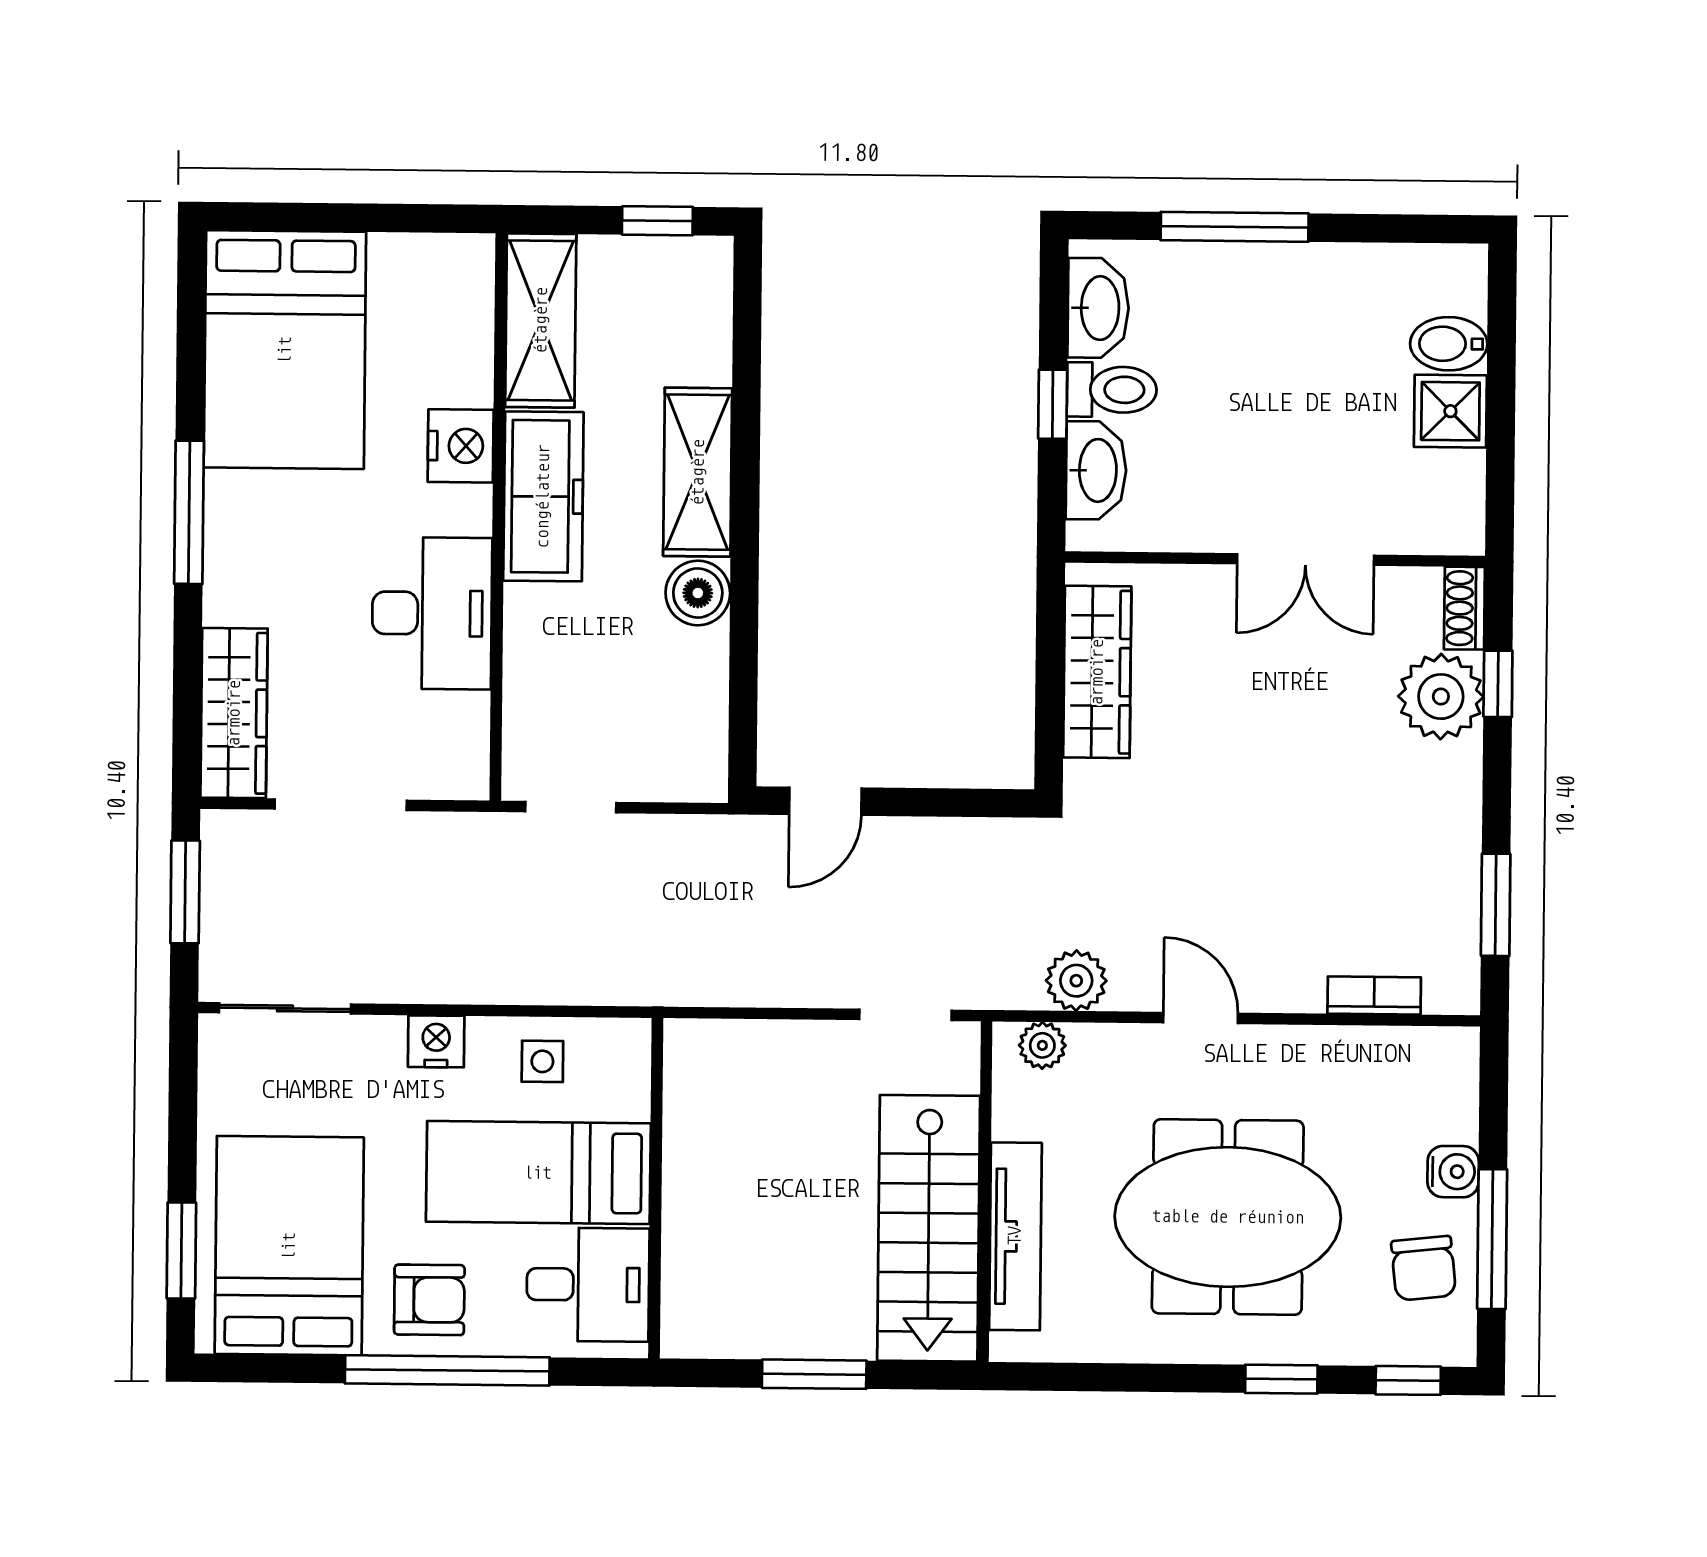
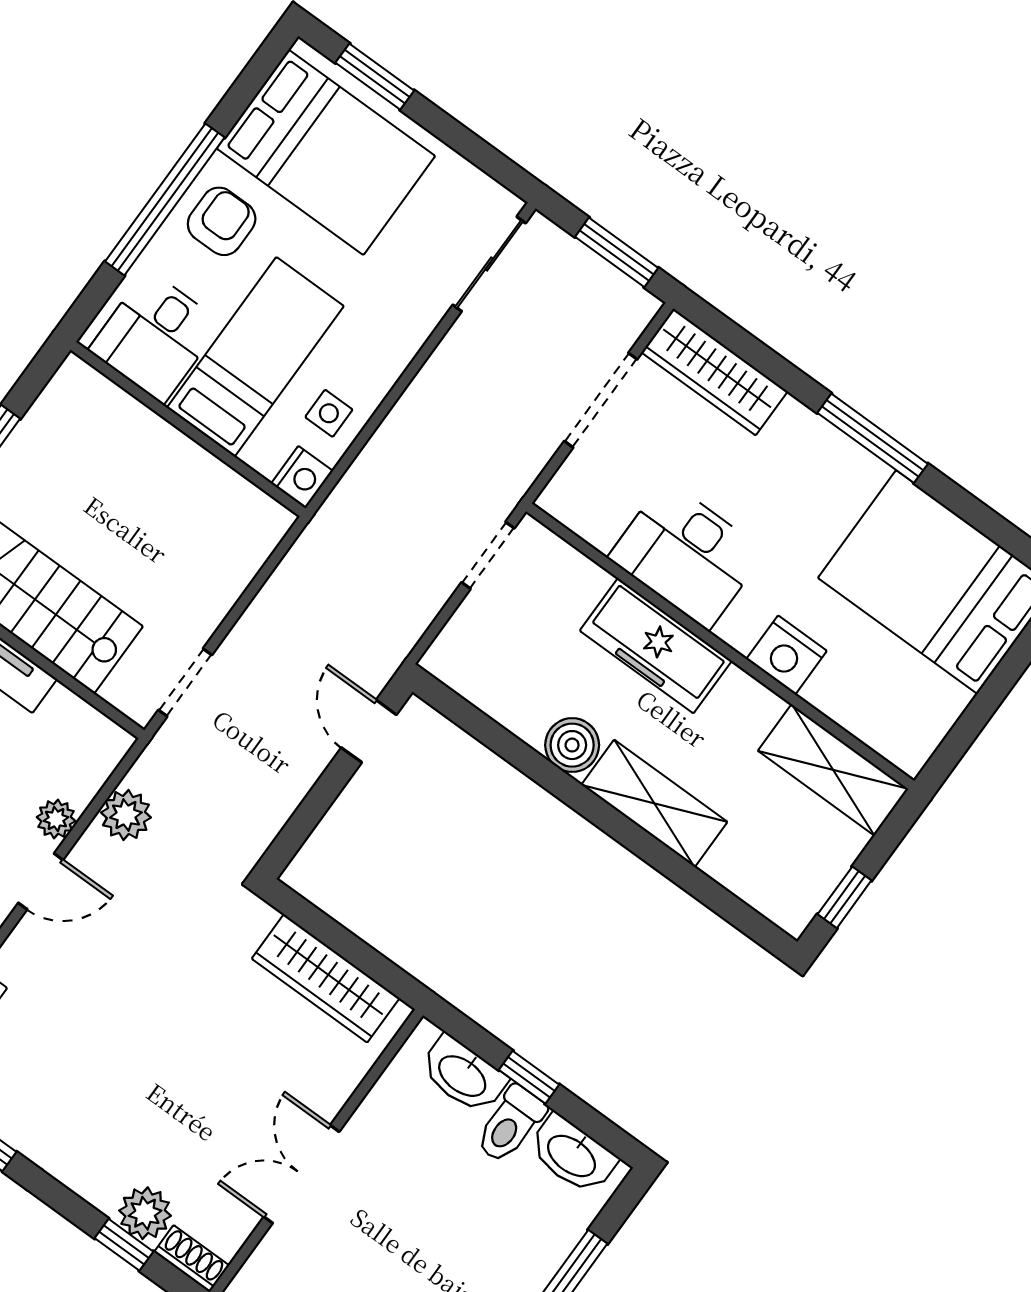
freezer: (543, 496) -> (656, 646), moved
plant: (1441, 697) -> (145, 1213), width x0.73, depth x0.73
nightstand: (436, 1041) -> (302, 477), moved
plant: (1042, 1045) -> (56, 819), moved
armchair: (429, 1300) -> (222, 221), turned 180

